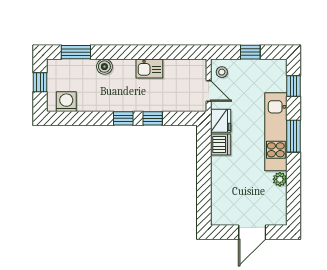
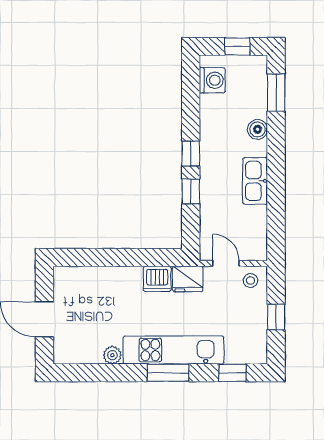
kitchen sink: (149, 68) -> (255, 181), width x1.38
door: (209, 91) -> (226, 263), swing flipped

